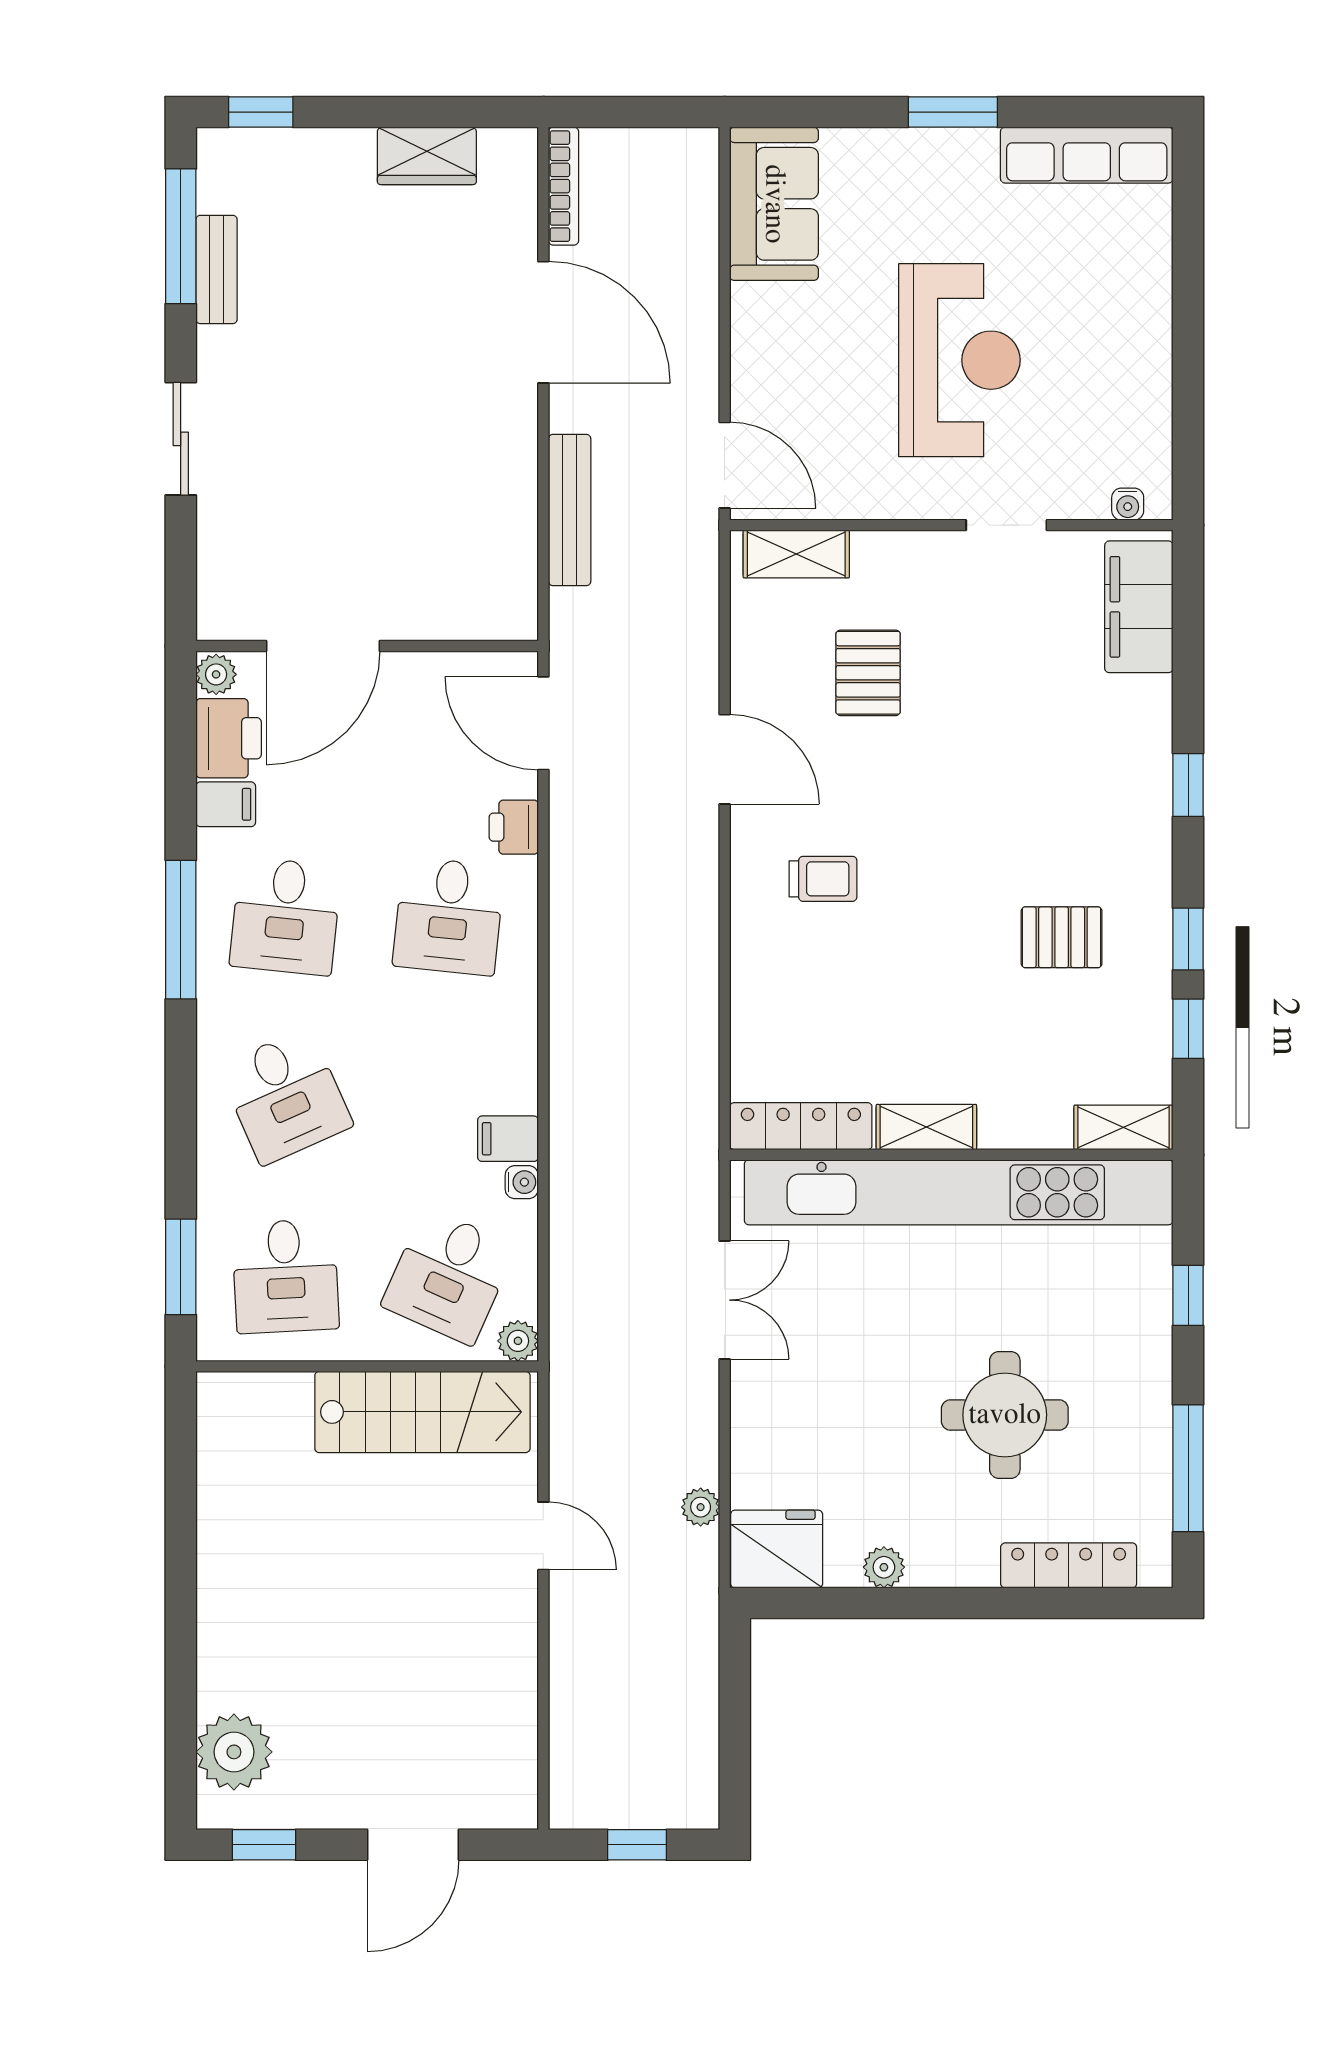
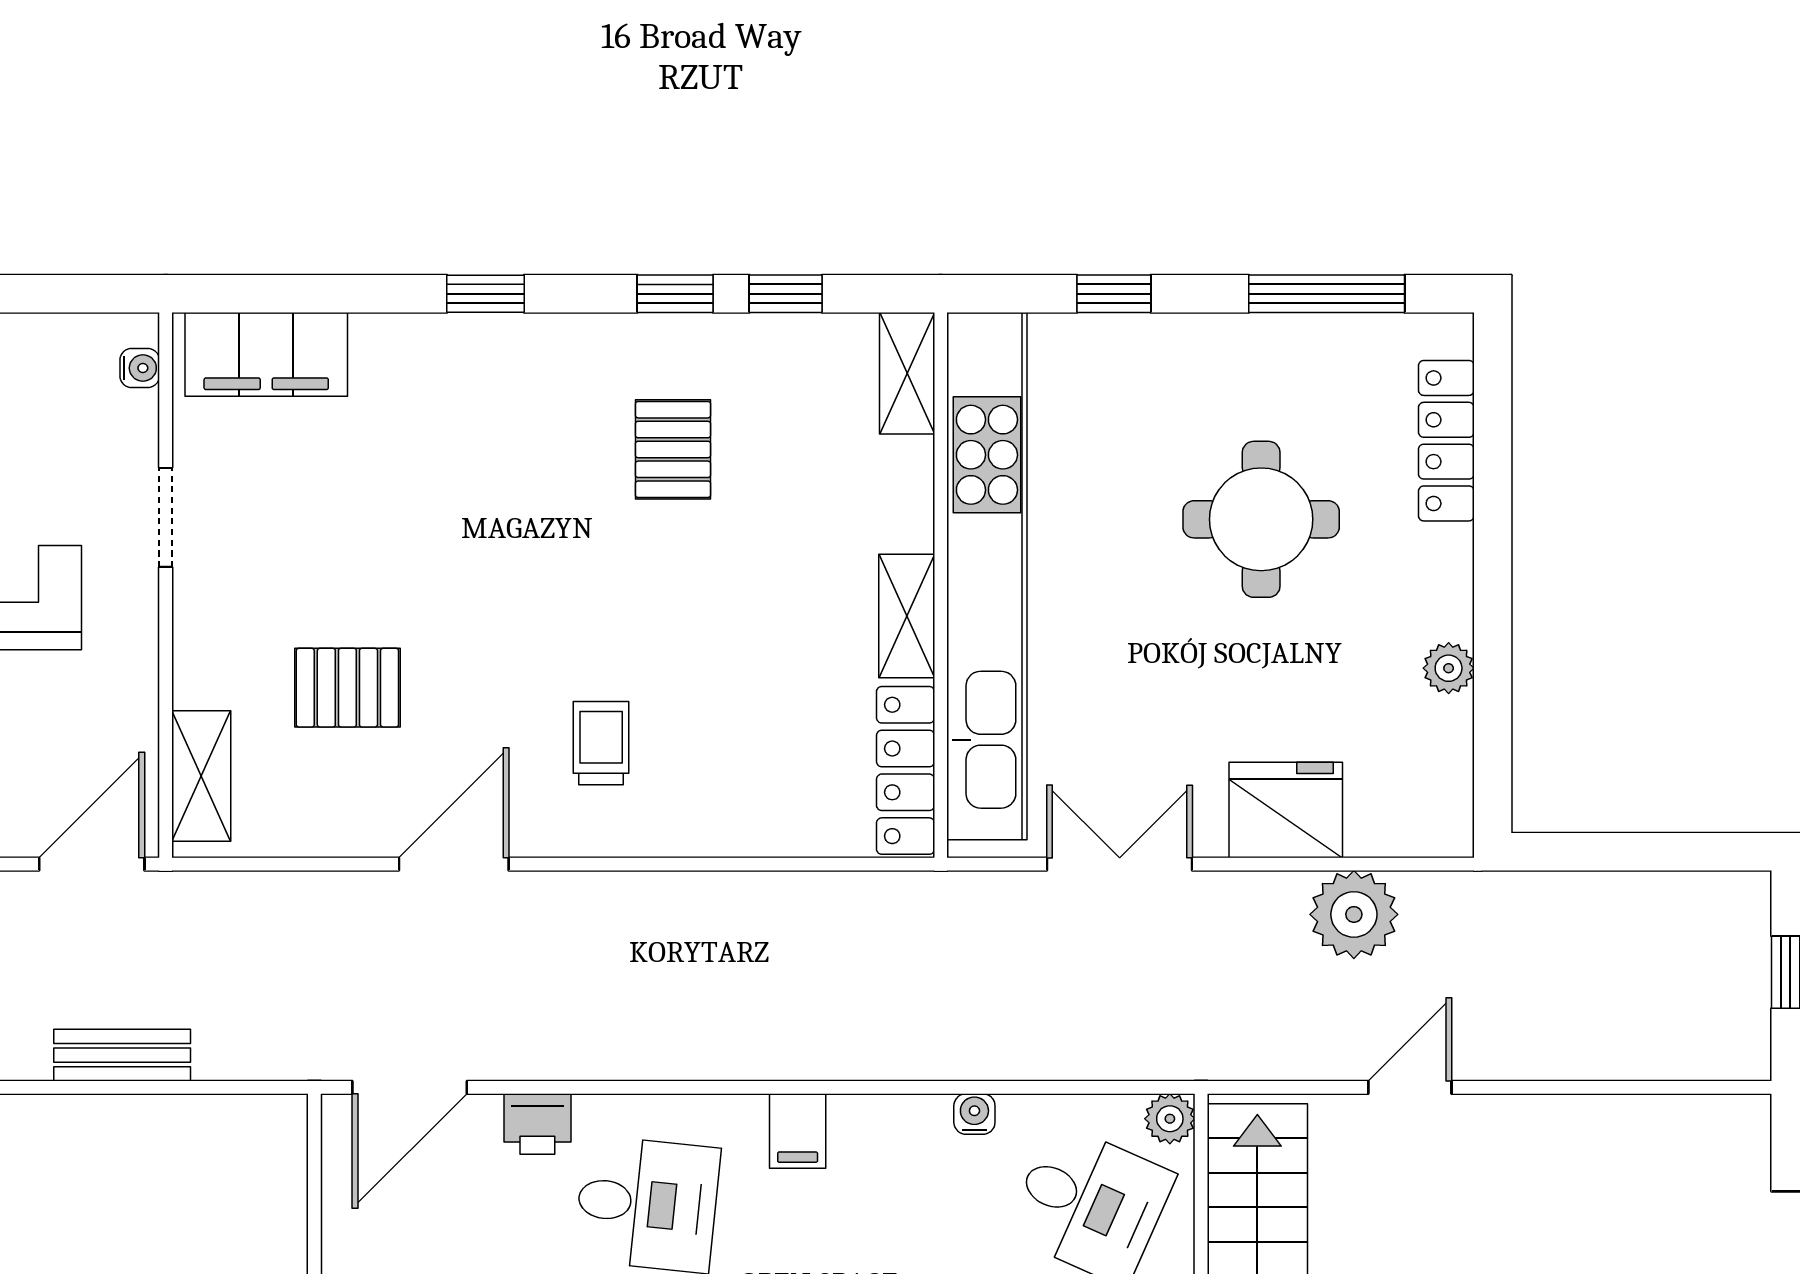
bench: (570, 510) -> (122, 1055), width x0.73
filing cabinet: (508, 1139) -> (798, 1131), moved
plant: (701, 1507) -> (1354, 914), width x1.88, depth x1.88
fridge: (777, 1549) -> (1286, 810), moved, turned 90

